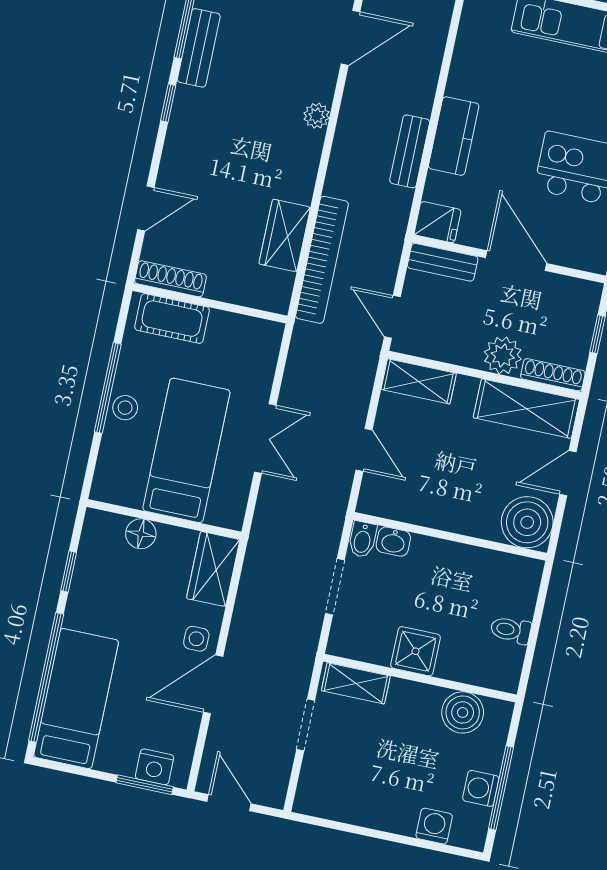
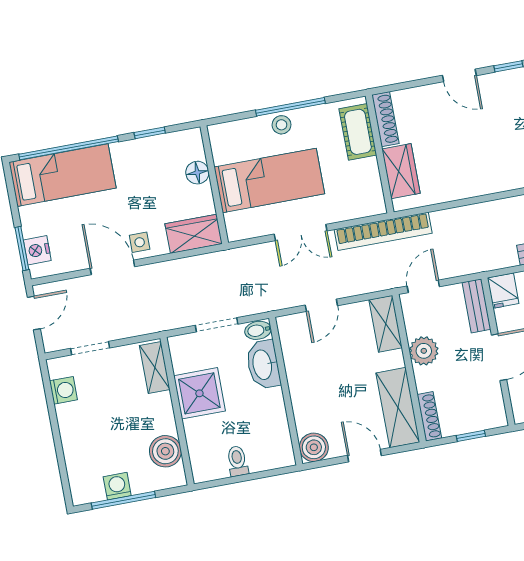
door: (146, 208) -> (459, 75), moved
wardrobe: (285, 235) -> (401, 171), moved, turned 90
bookcase: (322, 260) -> (383, 231), moved
plant: (503, 355) -> (424, 351), moved
boiler: (527, 522) -> (314, 447), width x0.73, depth x0.73
washbasin: (393, 542) -> (263, 365), width x1.91, depth x1.45
shower: (416, 651) -> (199, 393), width x1.36, depth x1.36
doorway: (306, 725) -> (90, 348), moved
washing machine: (434, 826) -> (63, 390), moved

